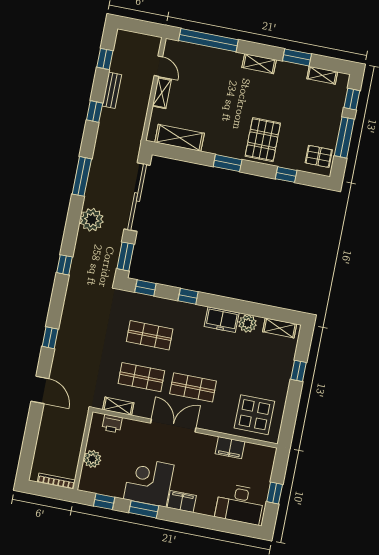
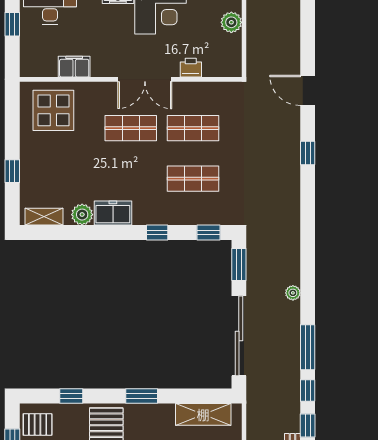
plant: (92, 220) -> (293, 293), width x0.53, depth x0.53
window: (64, 265) -> (308, 390), moved
shelving: (118, 406) -> (213, 89), removed
printer: (112, 424) -> (191, 68), moved

